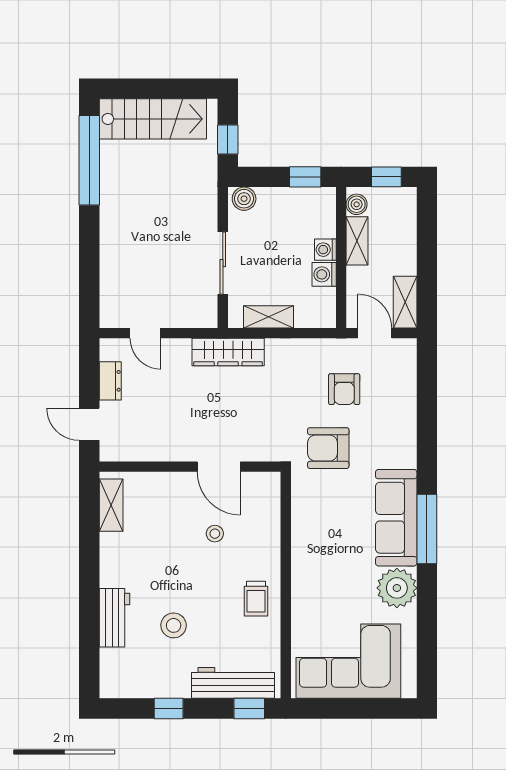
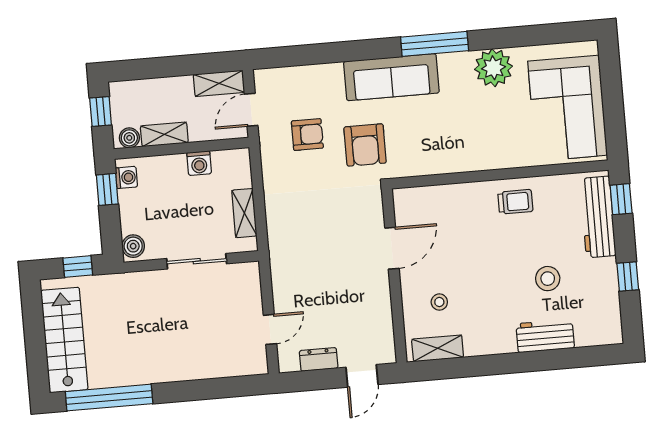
washing machine: (325, 250) -> (126, 177), moved, turned -90
wardrobe: (228, 352) -> (281, 249), removed
sofa: (396, 518) -> (391, 77), moved
stool: (215, 534) -> (439, 302), moved

